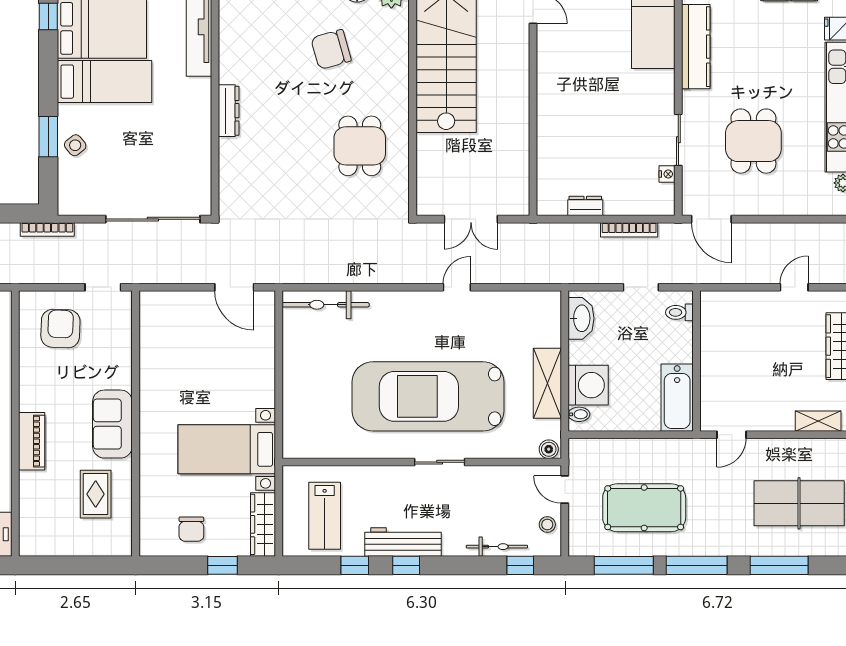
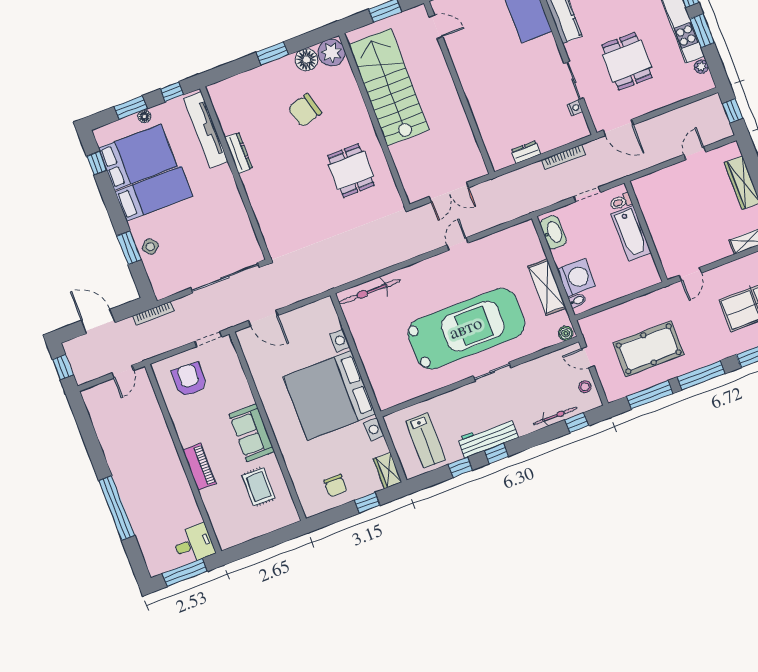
dresser: (229, 111) -> (238, 153), moved
door: (234, 287) -> (263, 318), moved
car: (428, 396) -> (466, 329), turned 180
bathtub: (677, 398) -> (631, 233), moved
bed with nightstands: (227, 449) -> (330, 395), width x1.85
wardrobe: (263, 524) -> (387, 471), width x0.67

